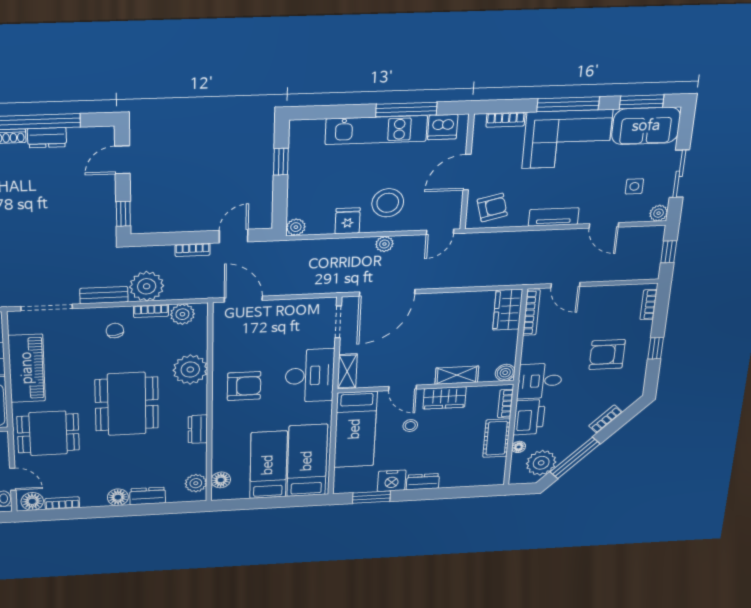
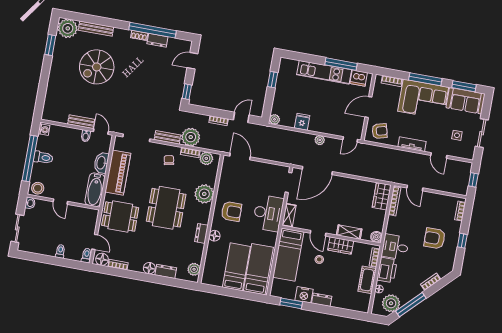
stool: (388, 203) -> (325, 116), removed
plant: (659, 213) -> (469, 155), removed
floor lamp: (221, 480) -> (214, 236), moved

